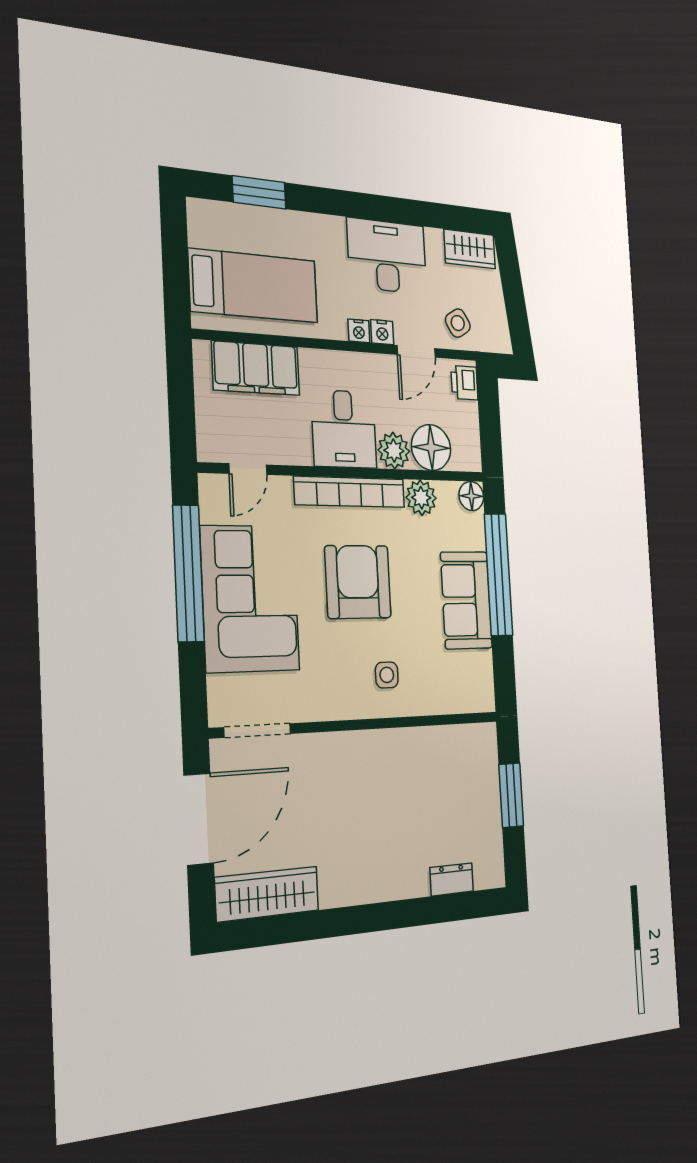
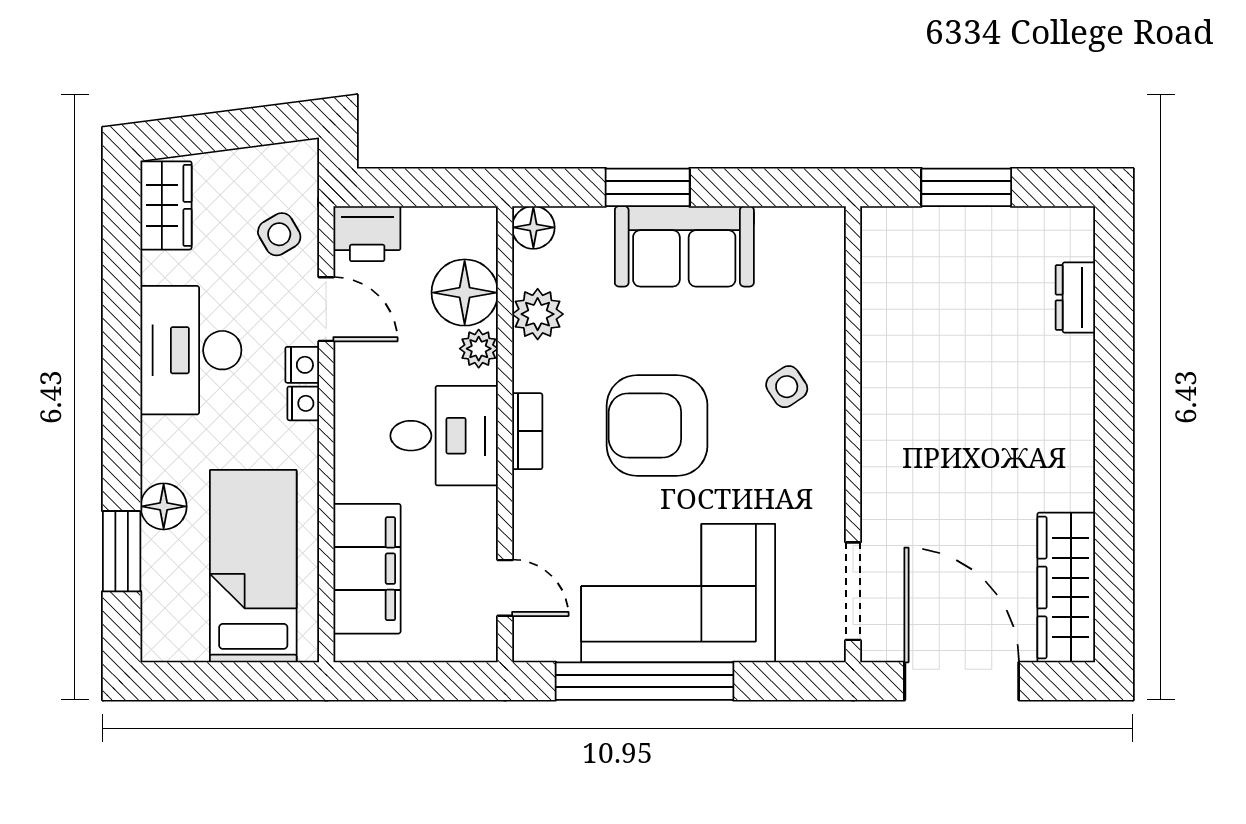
floor lamp: (290, 226) -> (164, 506), added
printer: (464, 383) -> (367, 234), width x1.36, depth x1.24
plant: (394, 451) -> (479, 349), width x0.73, depth x0.73
bookcase: (350, 492) -> (527, 431), width x0.43, depth x0.76
window: (498, 575) -> (648, 187), width x0.47
side table: (387, 675) -> (787, 387), turned -34

